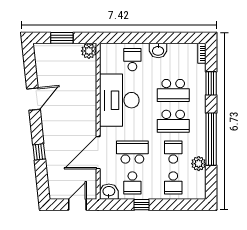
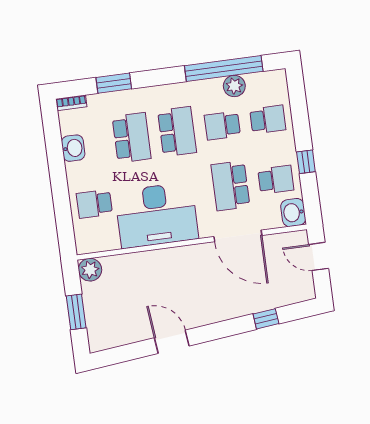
washbasin: (158, 50) -> (73, 148), moved
window: (211, 139) -> (224, 69), moved
window: (39, 152) -> (266, 319), moved

